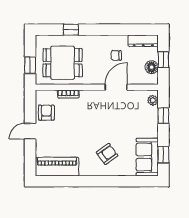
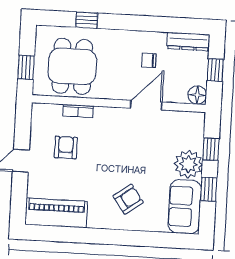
dining table: (63, 63) -> (72, 66), turned 90
floor lamp: (152, 67) -> (197, 95), moved
plant: (153, 100) -> (188, 164), moved, width x1.88, depth x1.88
armchair: (46, 113) -> (66, 148), moved
window: (163, 155) -> (209, 189), moved

